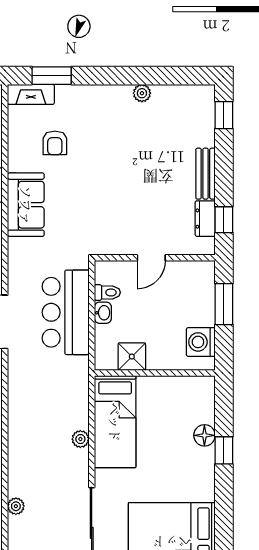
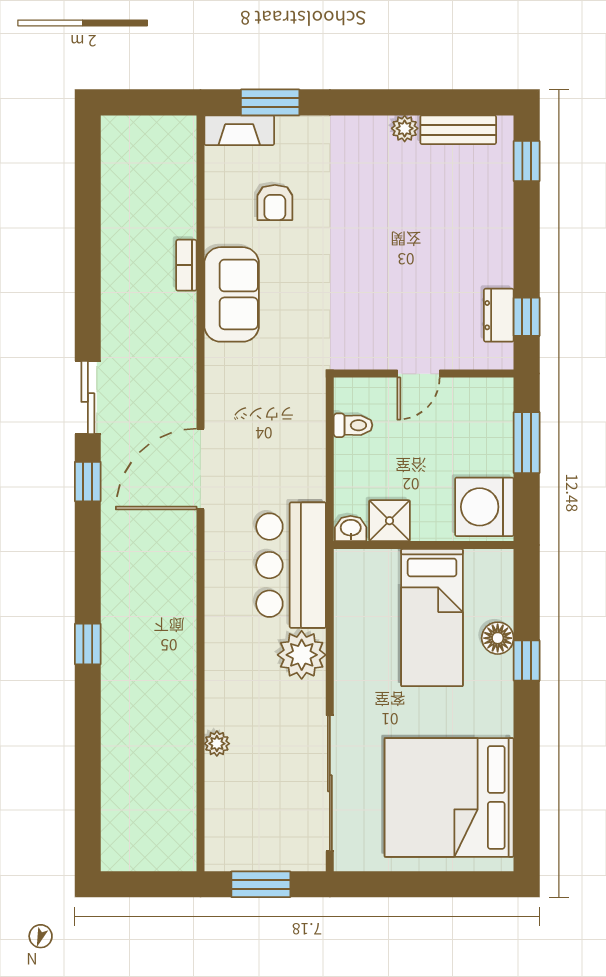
bench: (205, 174) -> (458, 130), moved, turned 90
bar counter: (66, 312) -> (291, 565), moved
washbasin: (103, 313) -> (351, 528), moved, turned -90
washing machine: (201, 342) -> (484, 507), width x1.37, depth x1.37
bed: (115, 422) -> (432, 617), moved
plant: (80, 439) -> (302, 655), width x1.87, depth x1.87

